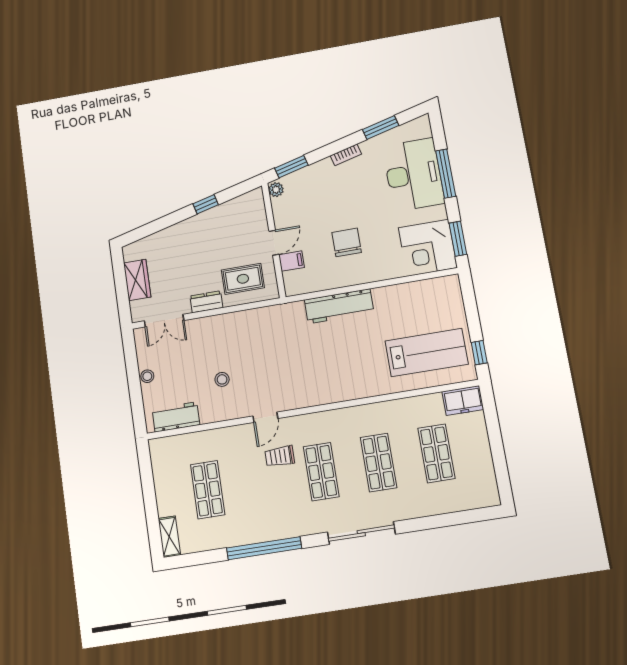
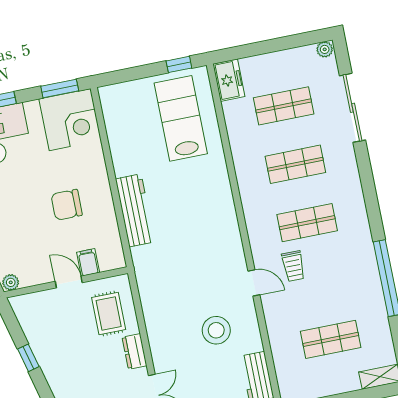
stool: (222, 379) -> (216, 330), width x1.89, depth x1.89
plant: (492, 497) -> (325, 49), added
sliding door: (361, 533) -> (353, 108), moved

